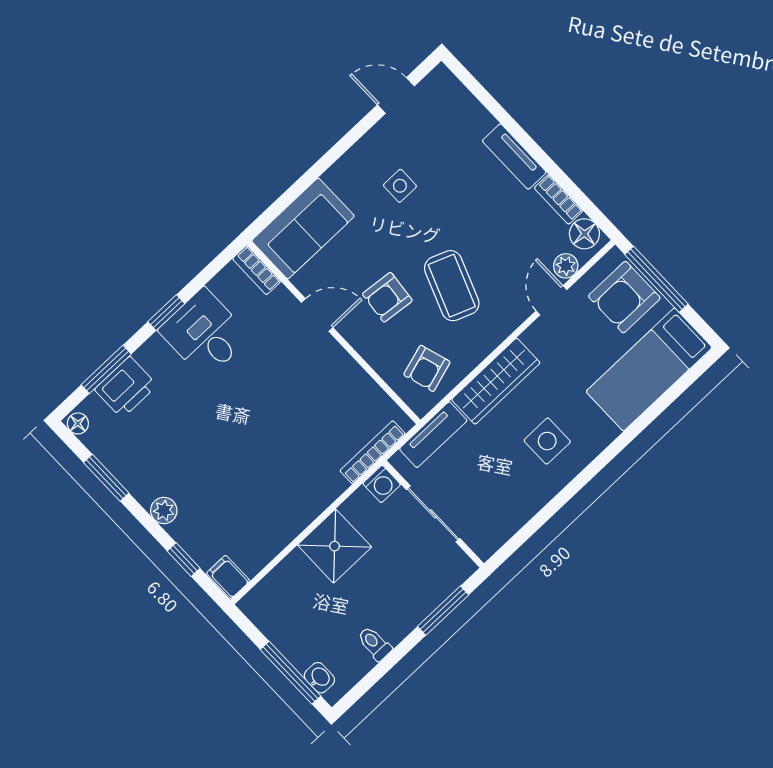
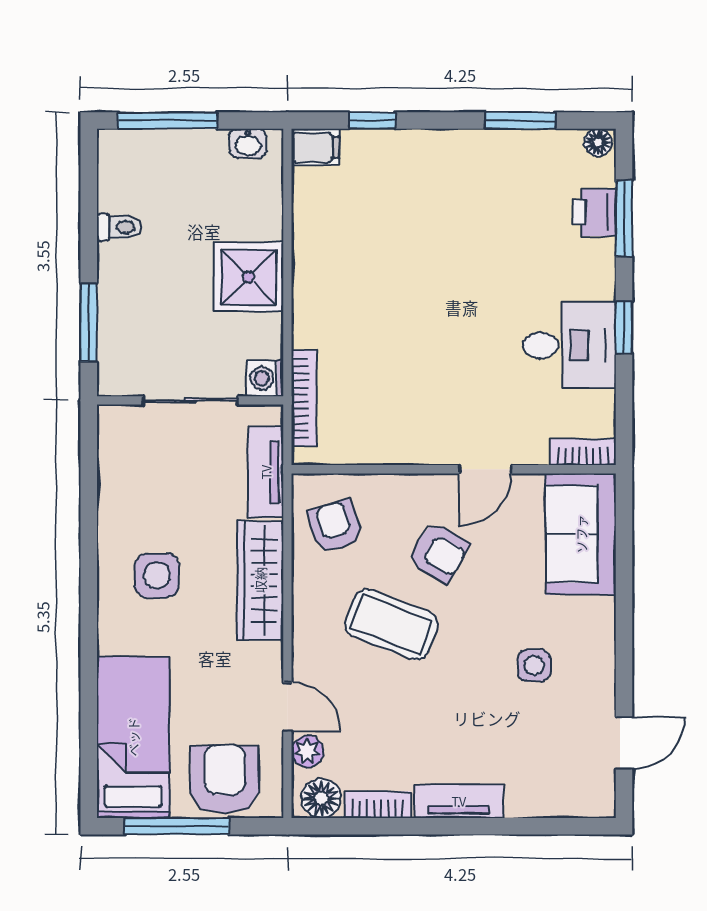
window: (656, 279) -> (177, 826), moved
armchair: (387, 297) -> (439, 553), turned 114
printer: (126, 387) -> (594, 212), width x0.73, depth x0.81
plant: (164, 510) -> (437, 146), removed
washbasin: (319, 678) -> (248, 144), moved

